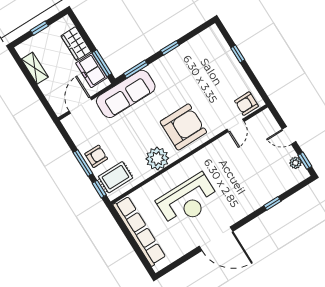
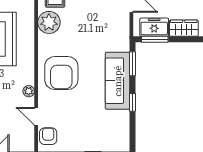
sofa: (126, 94) -> (118, 81), moved
plant: (217, 146) -> (29, 91), added
plant: (157, 159) -> (49, 22), moved

